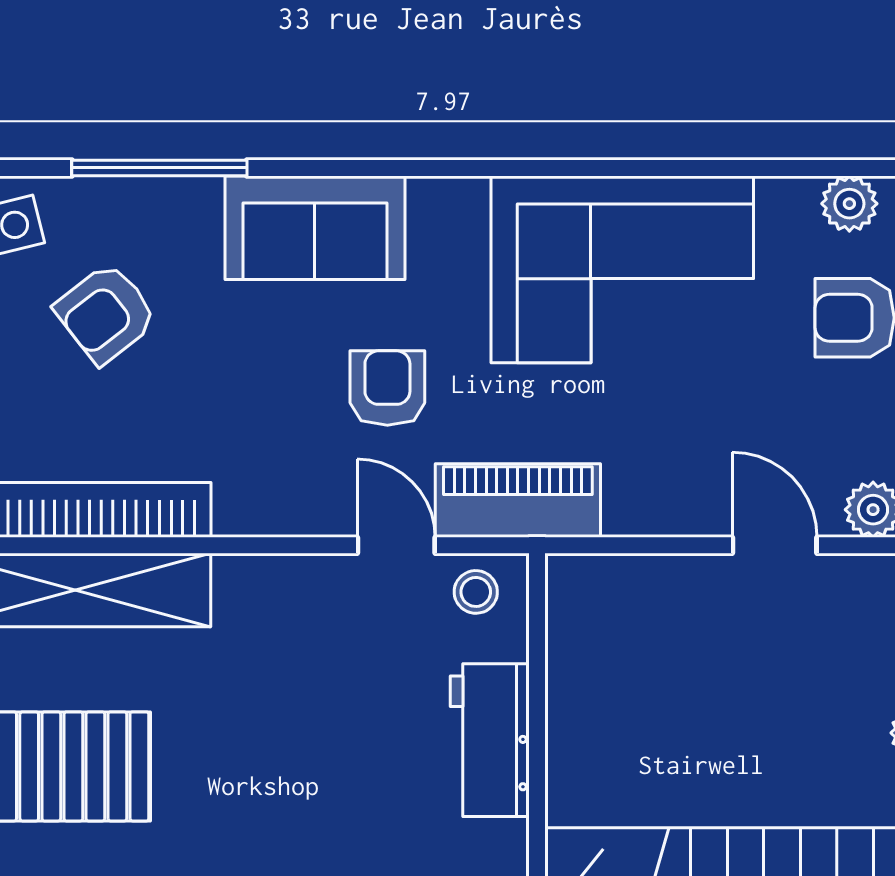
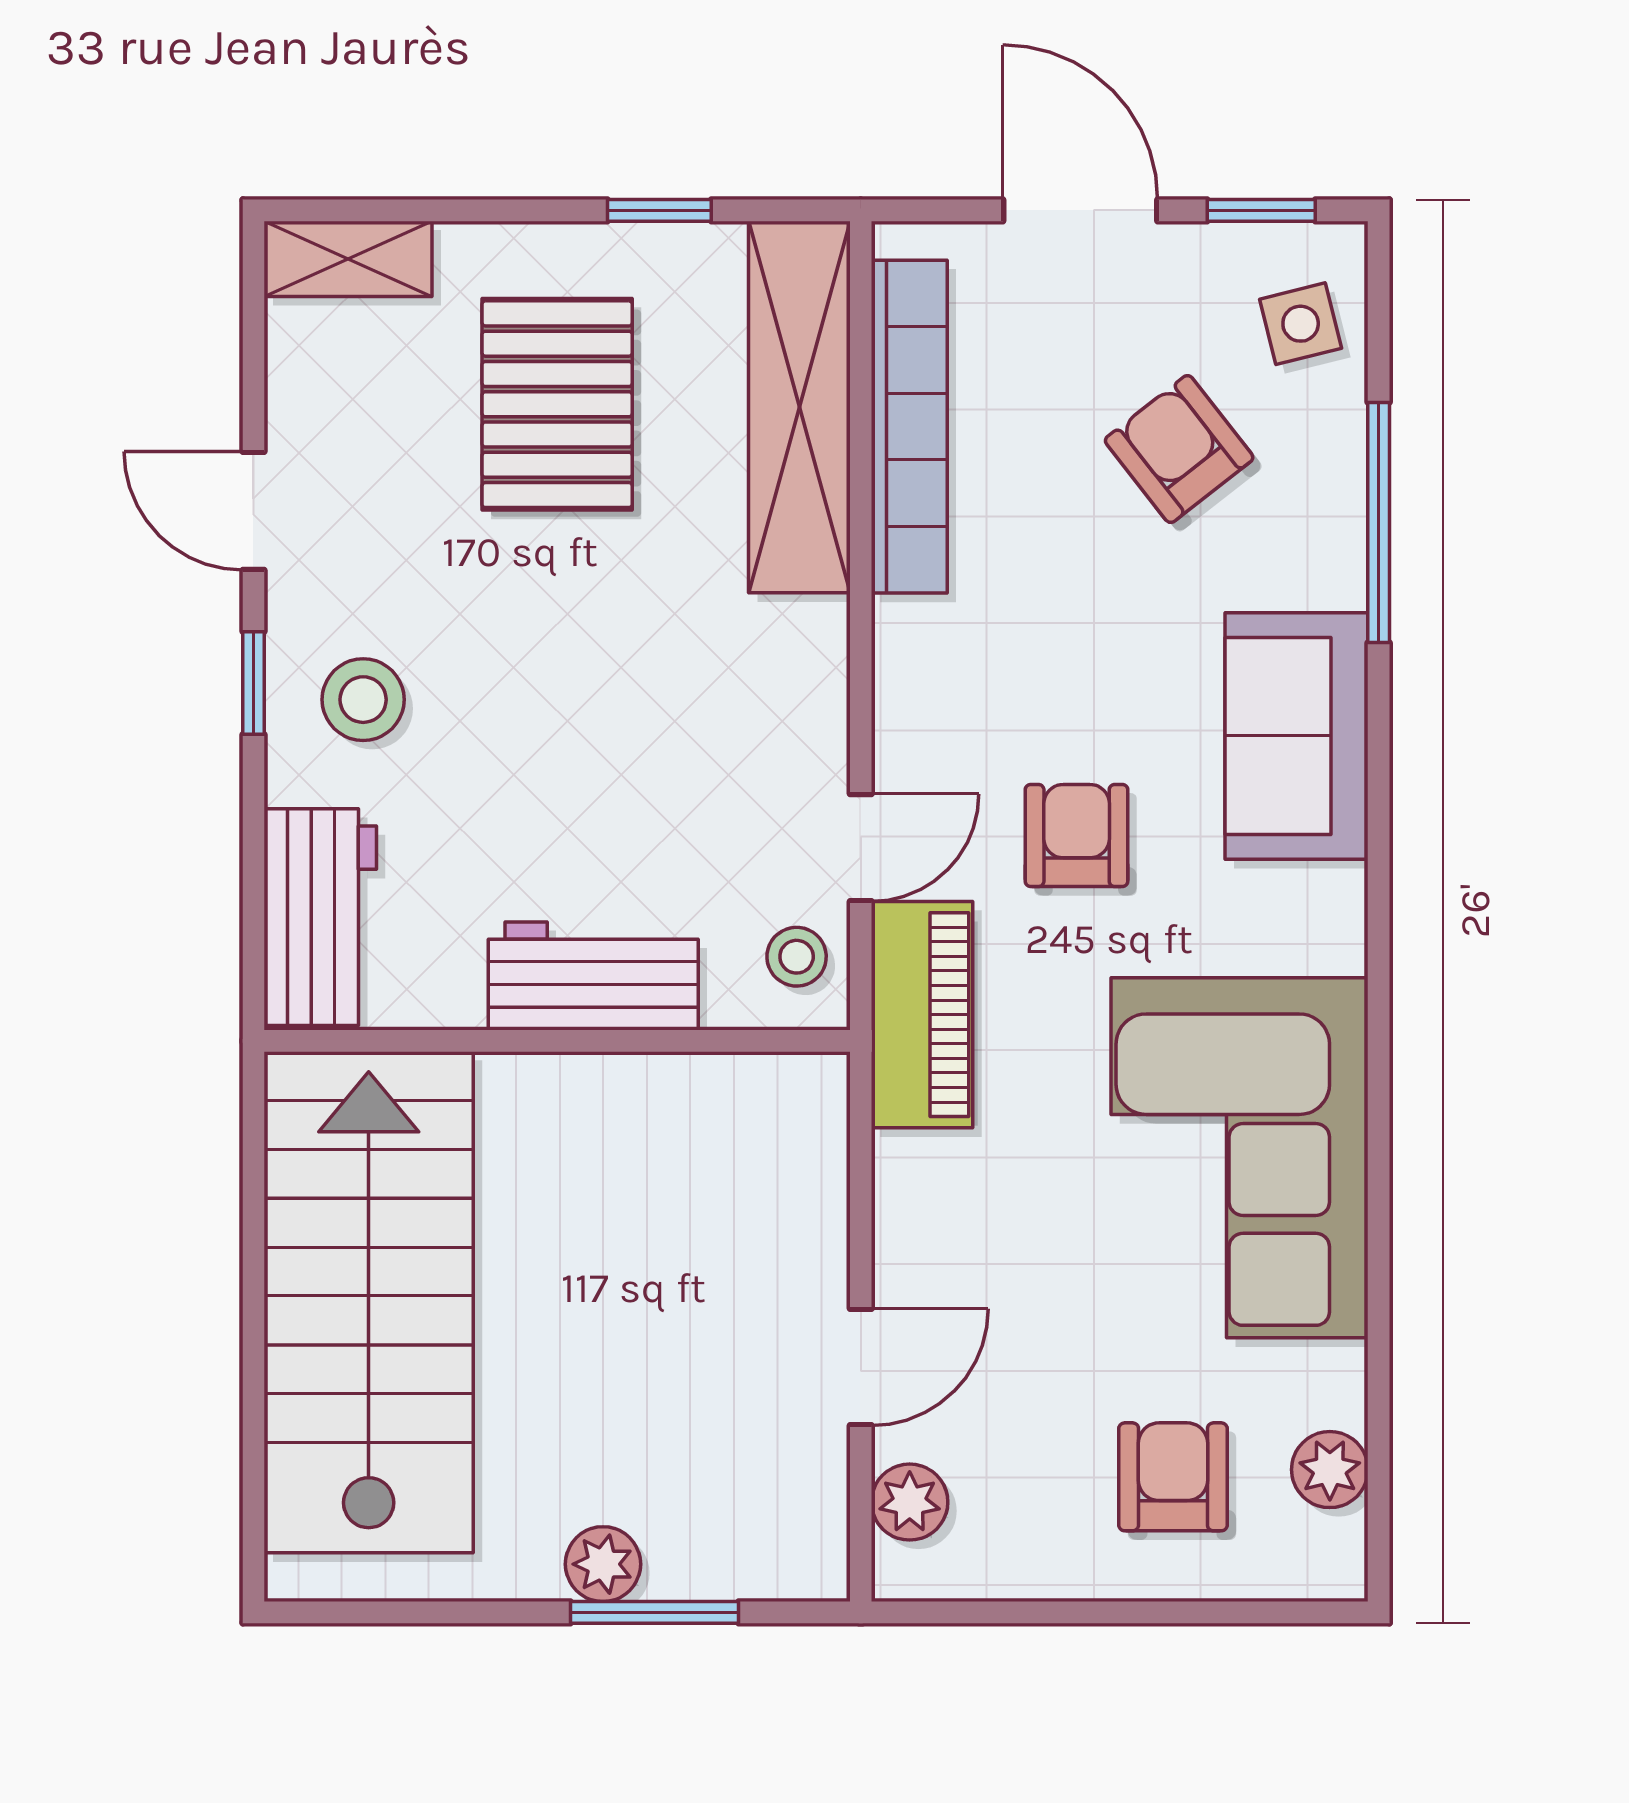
armchair: (387, 388) -> (1077, 835), turned -90

